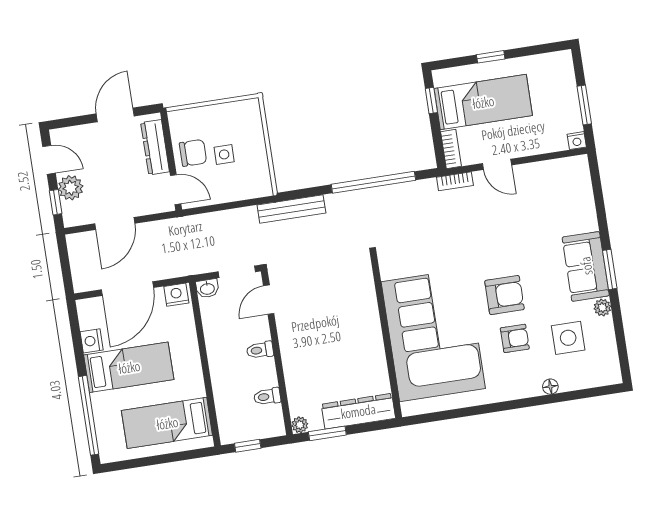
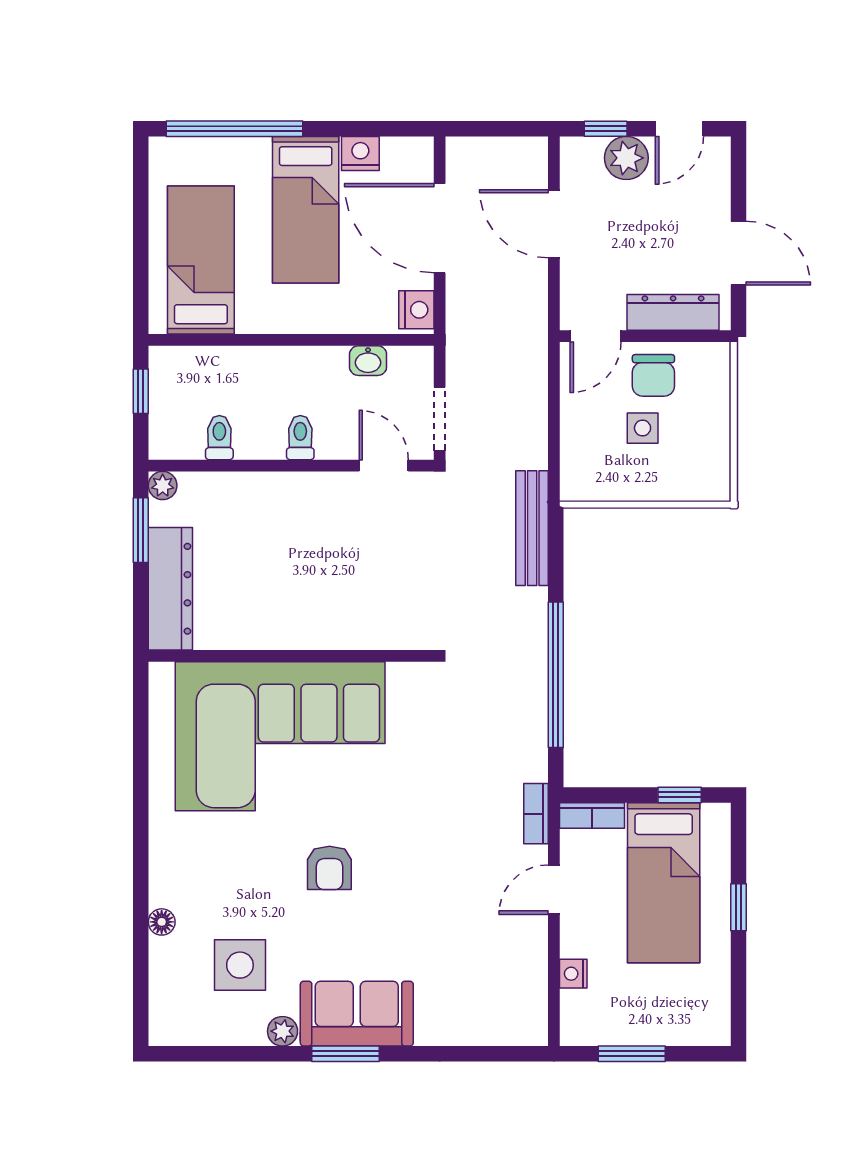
nightstand: (577, 141) -> (573, 974), moved
washbasin: (207, 288) -> (368, 361), moved, turned -90
armchair: (504, 295) -> (329, 868), width x0.72, depth x0.72
armchair: (515, 338) -> (253, 874), removed

